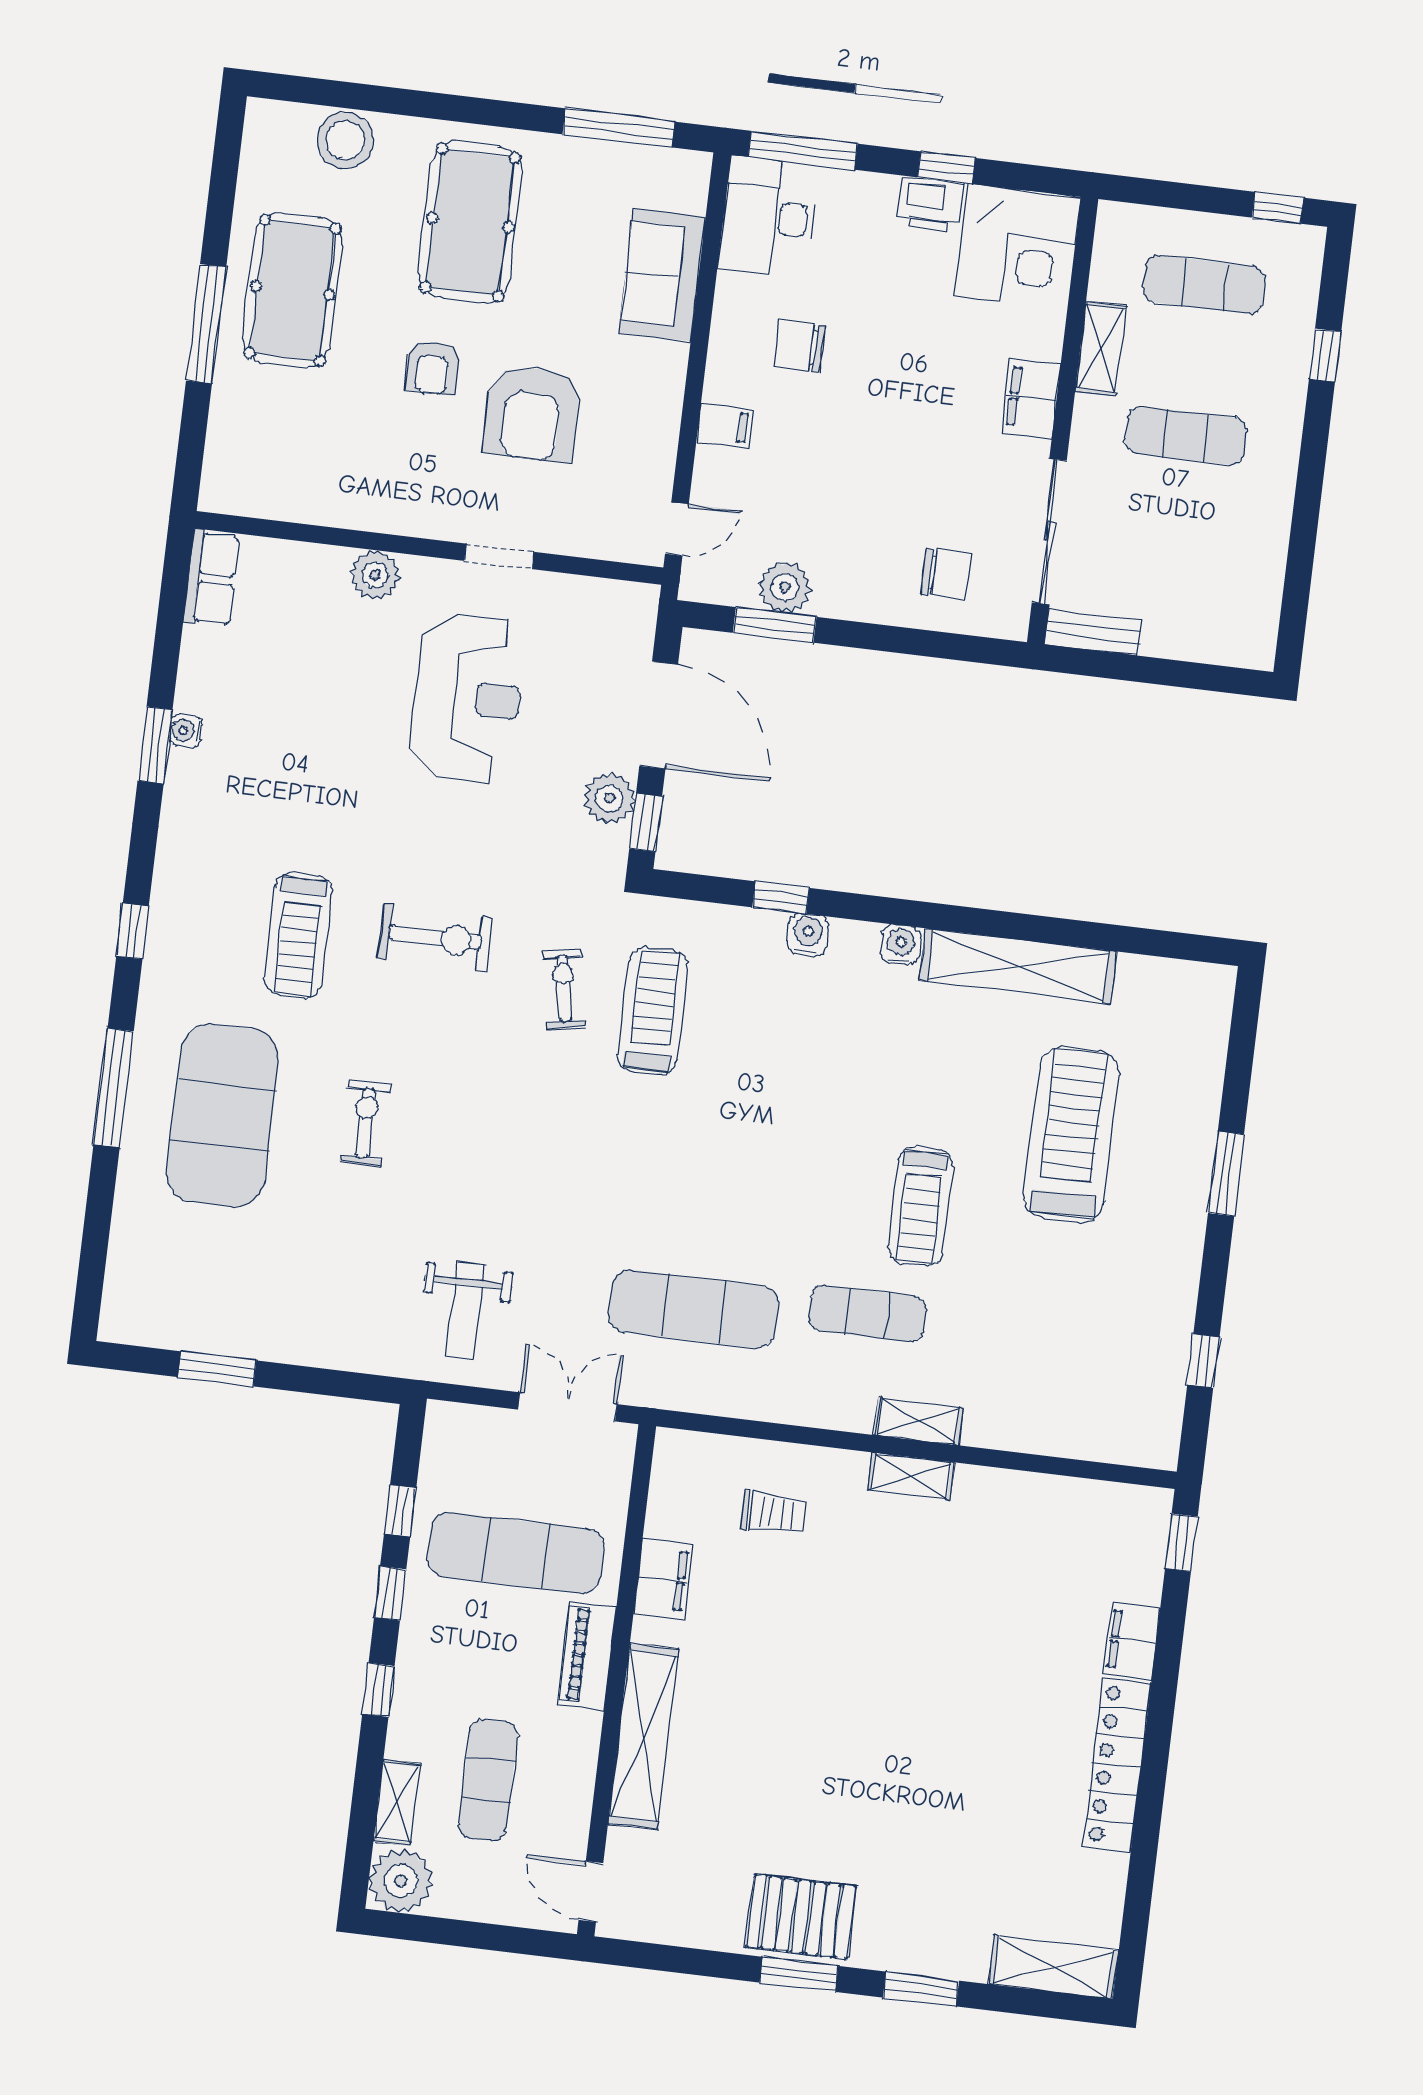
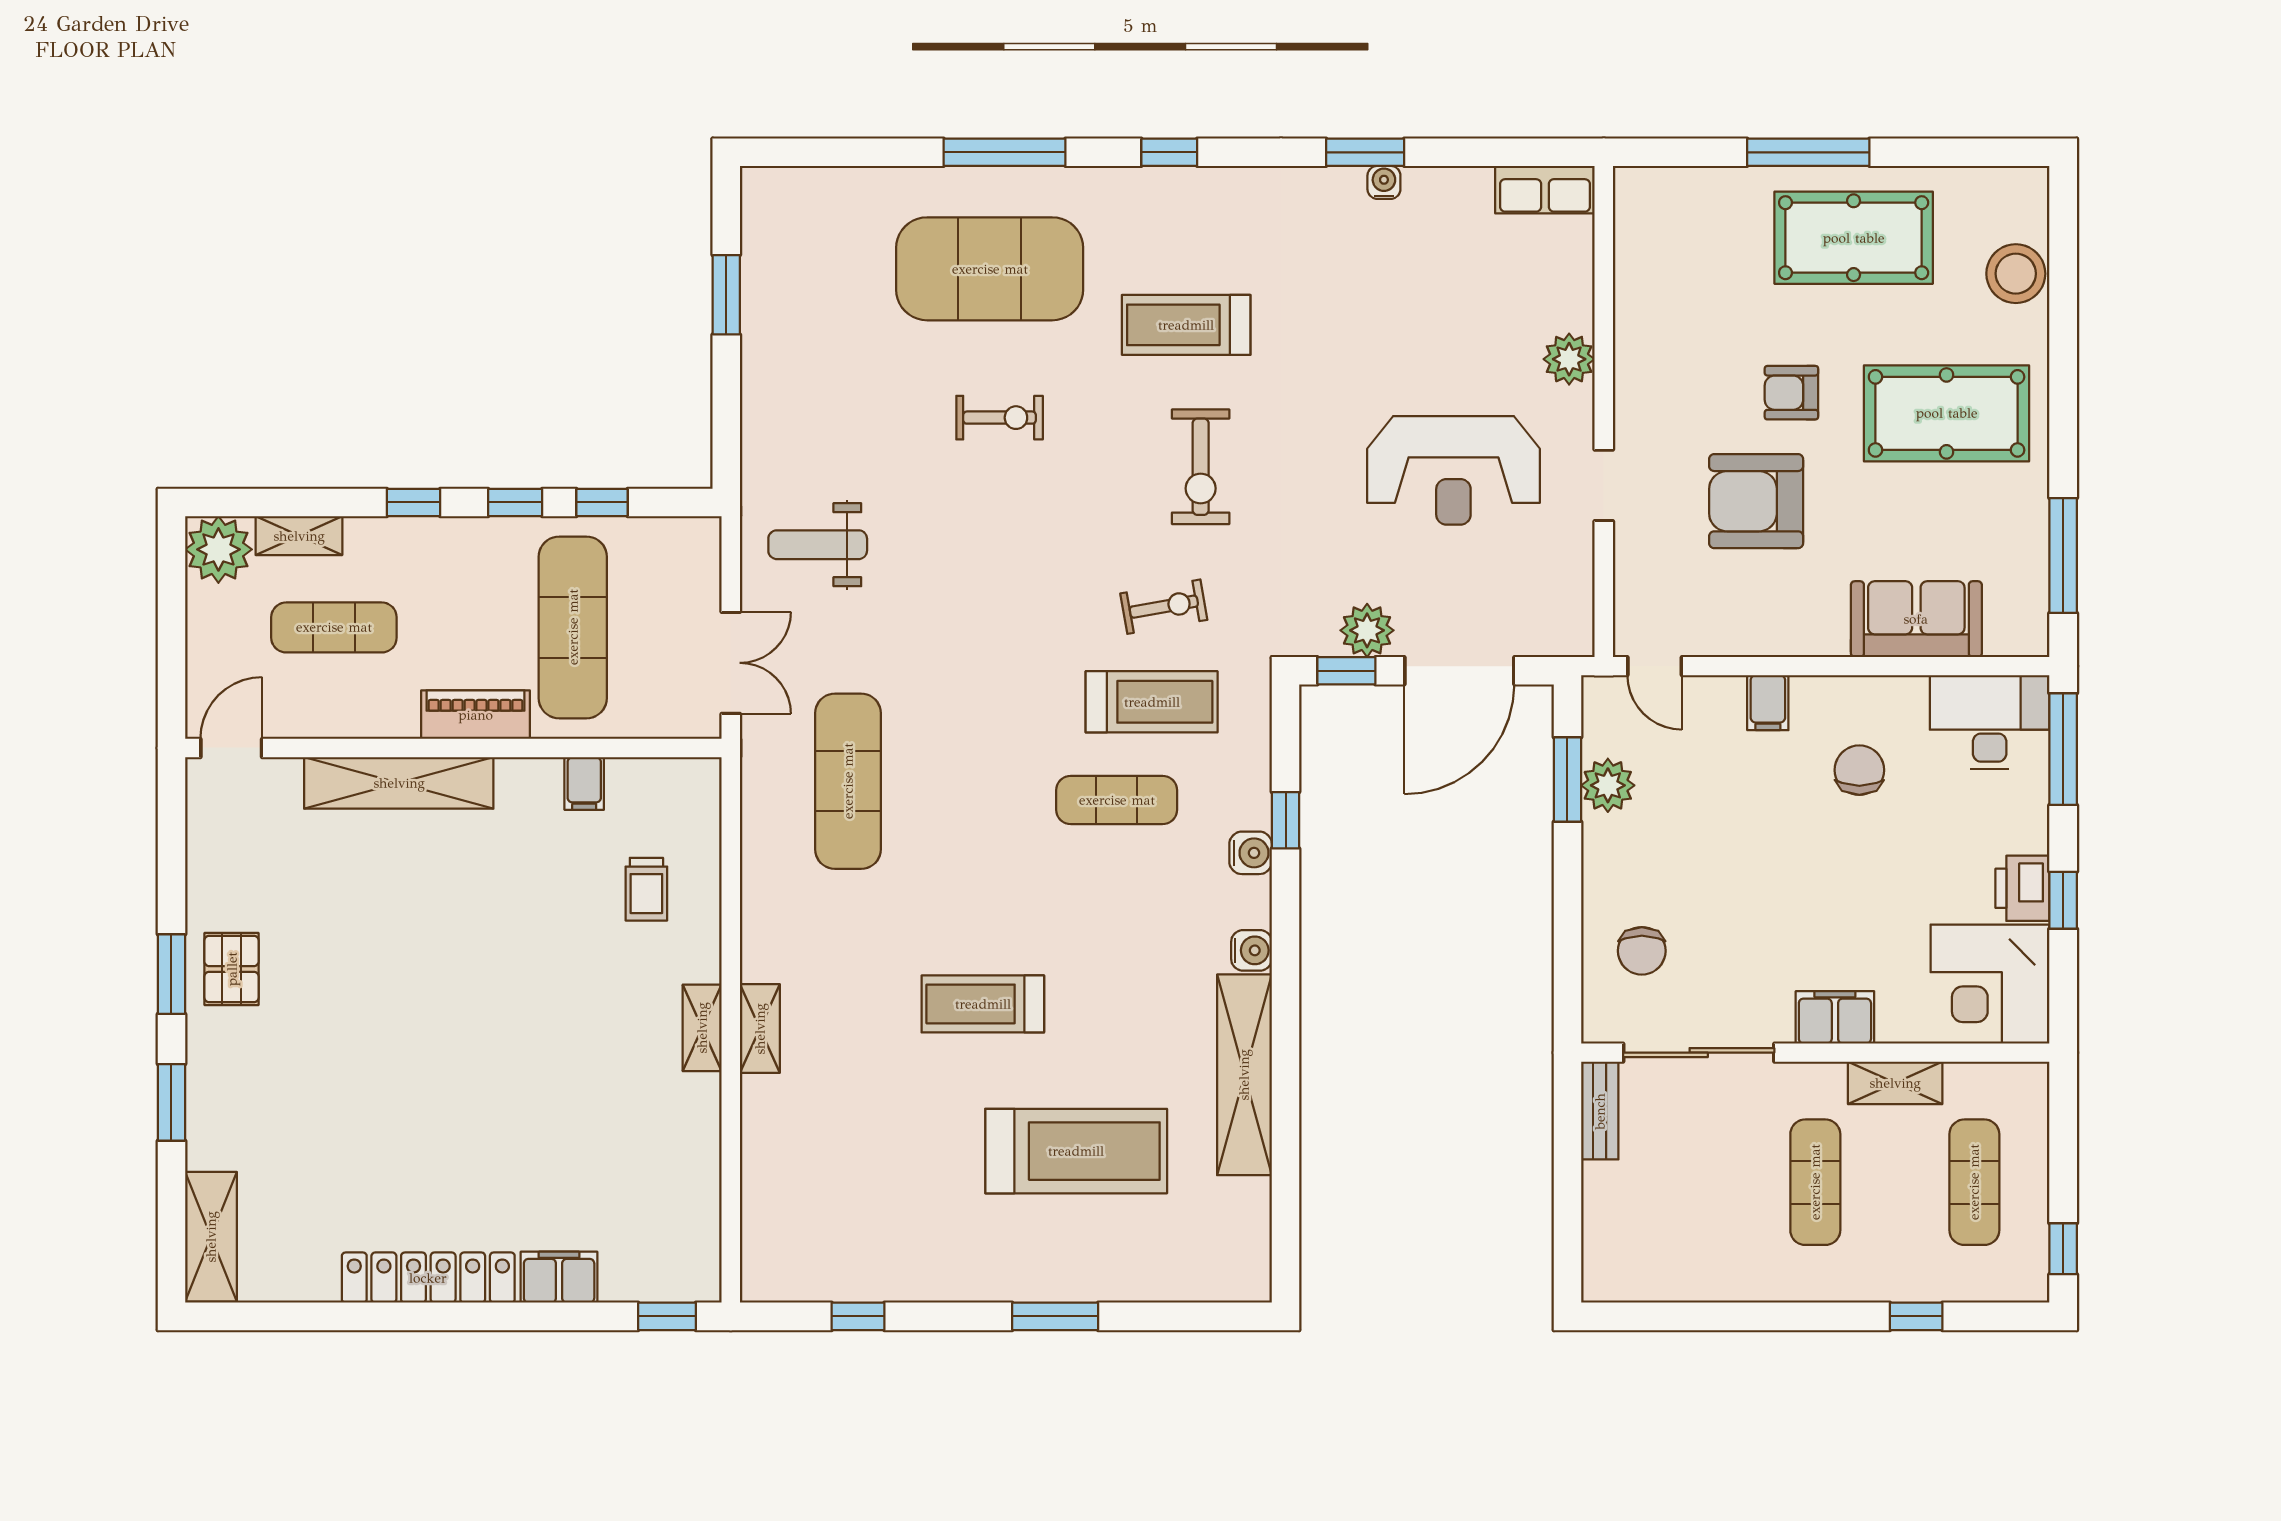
exercise mat: (867, 1314) -> (1117, 800), moved, turned 90
filing cabinet: (663, 1579) -> (584, 783), width x0.50
pallet: (801, 1917) -> (232, 969), width x0.67, depth x0.71

